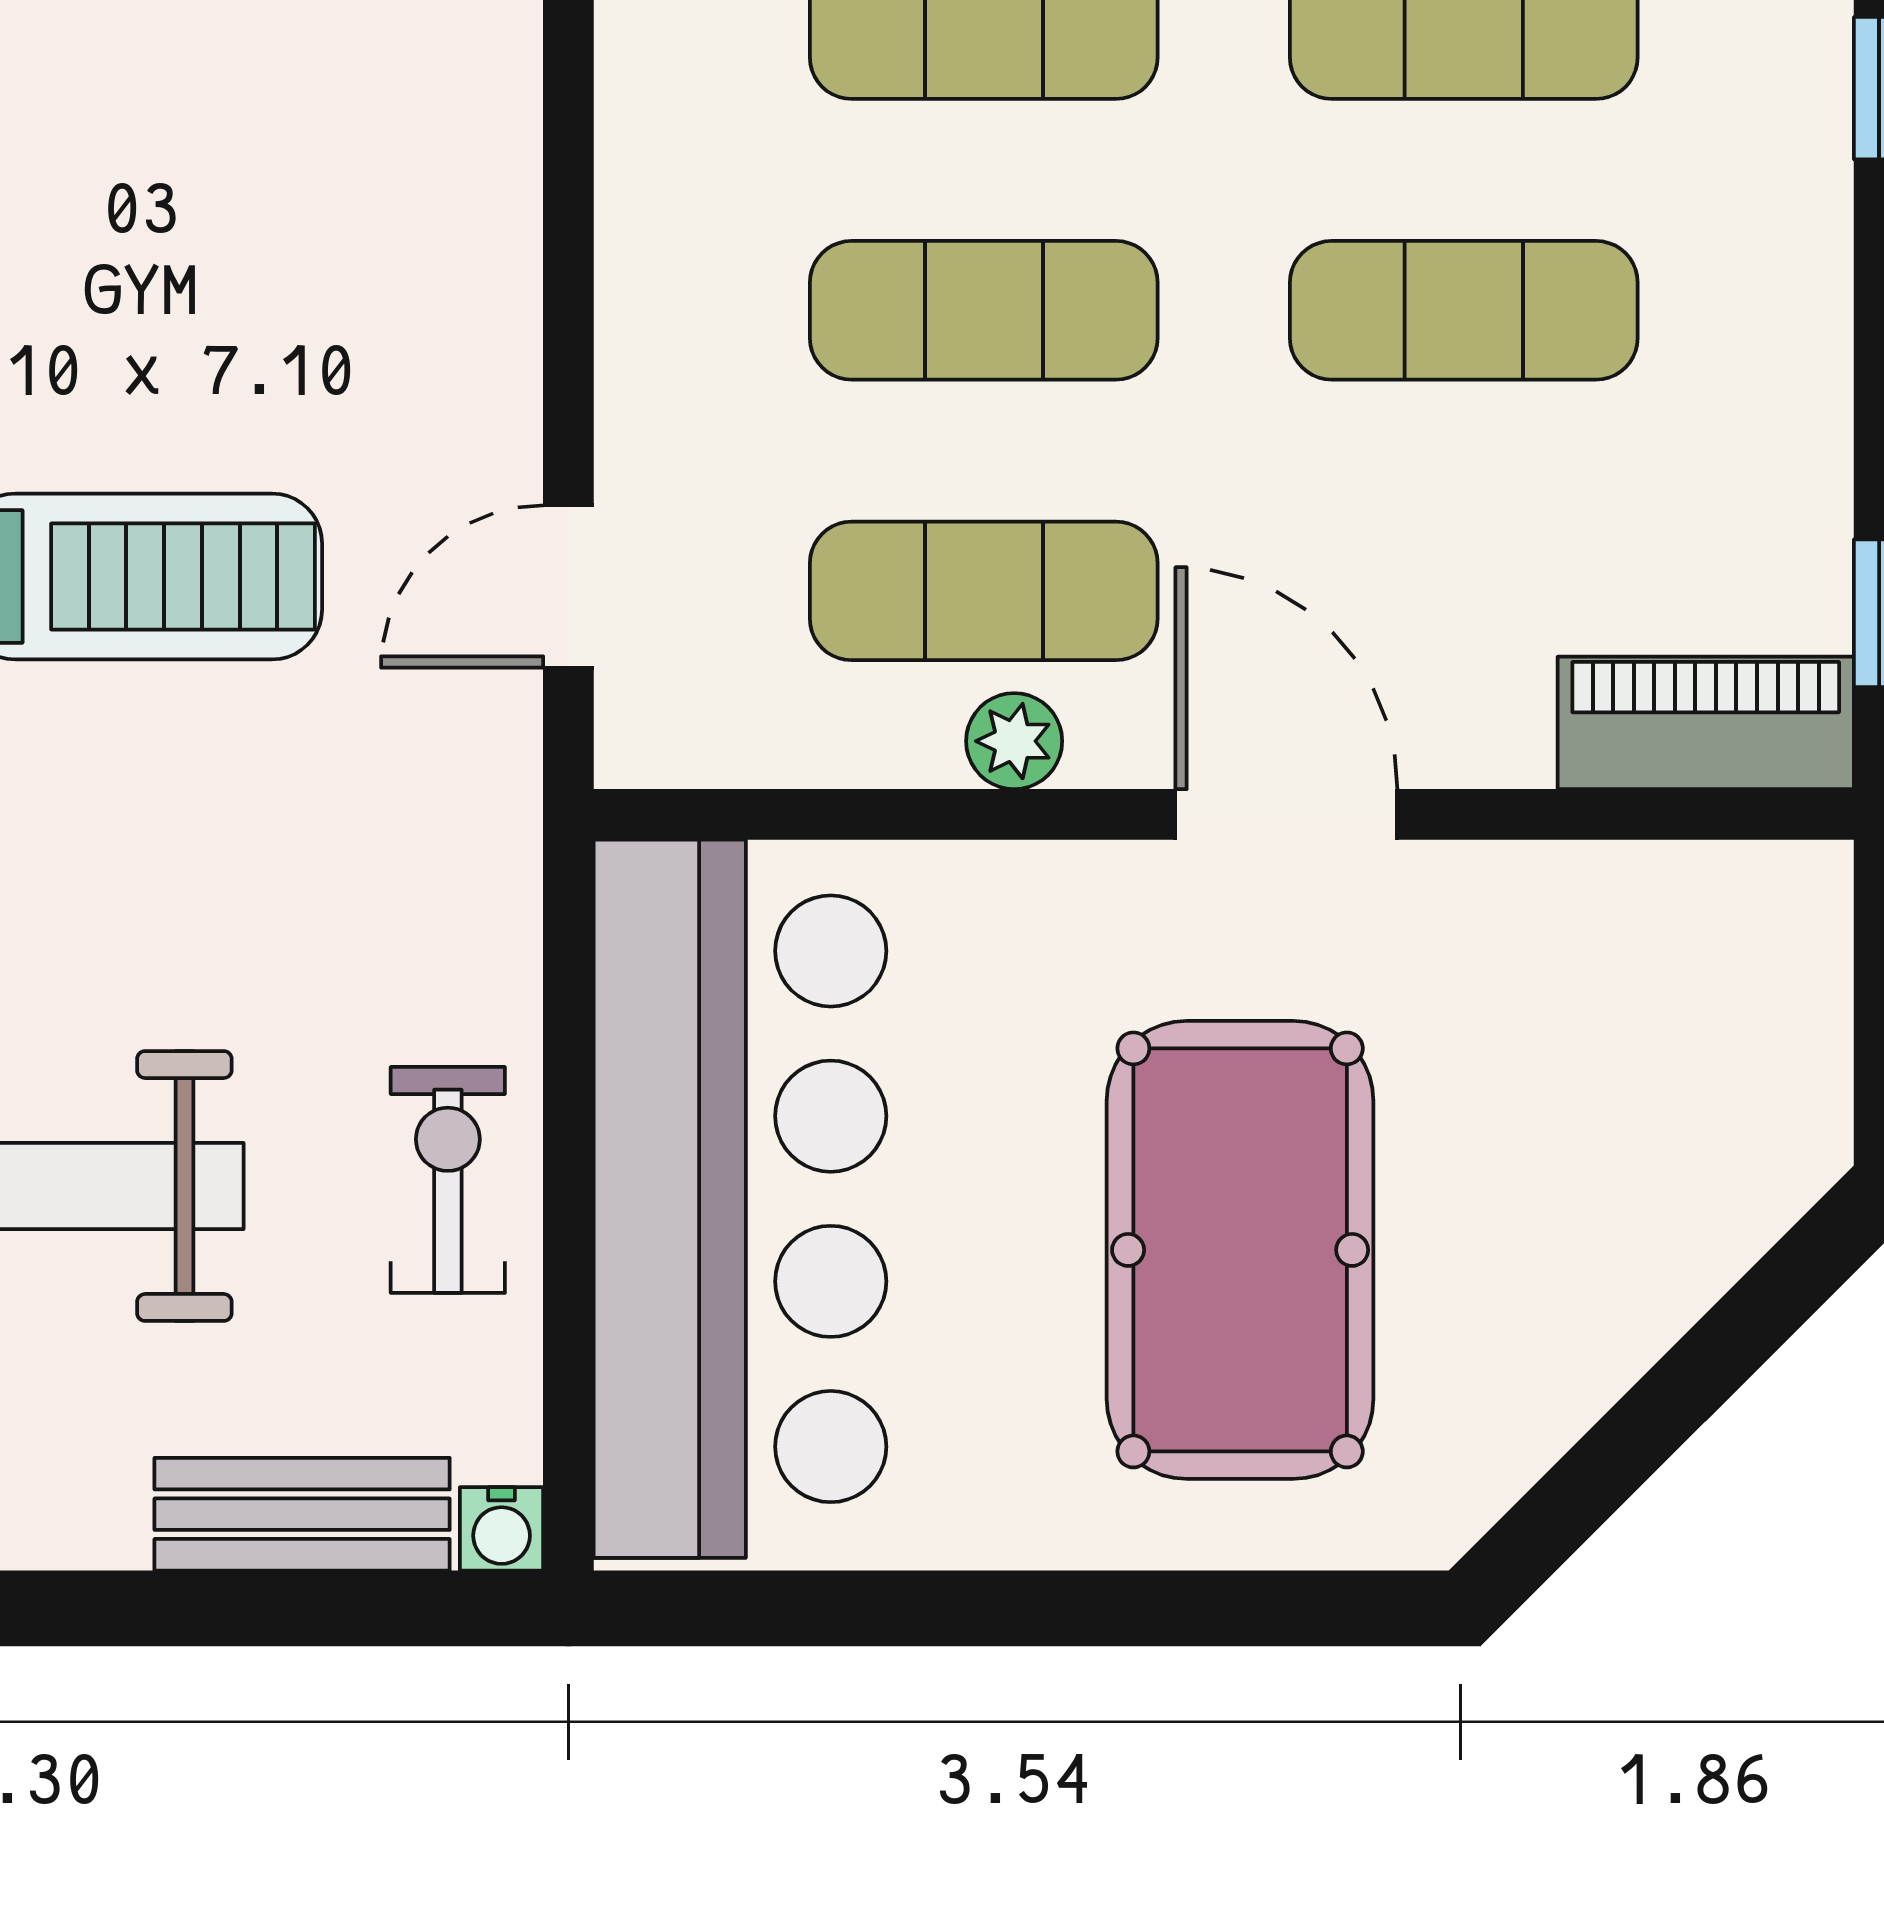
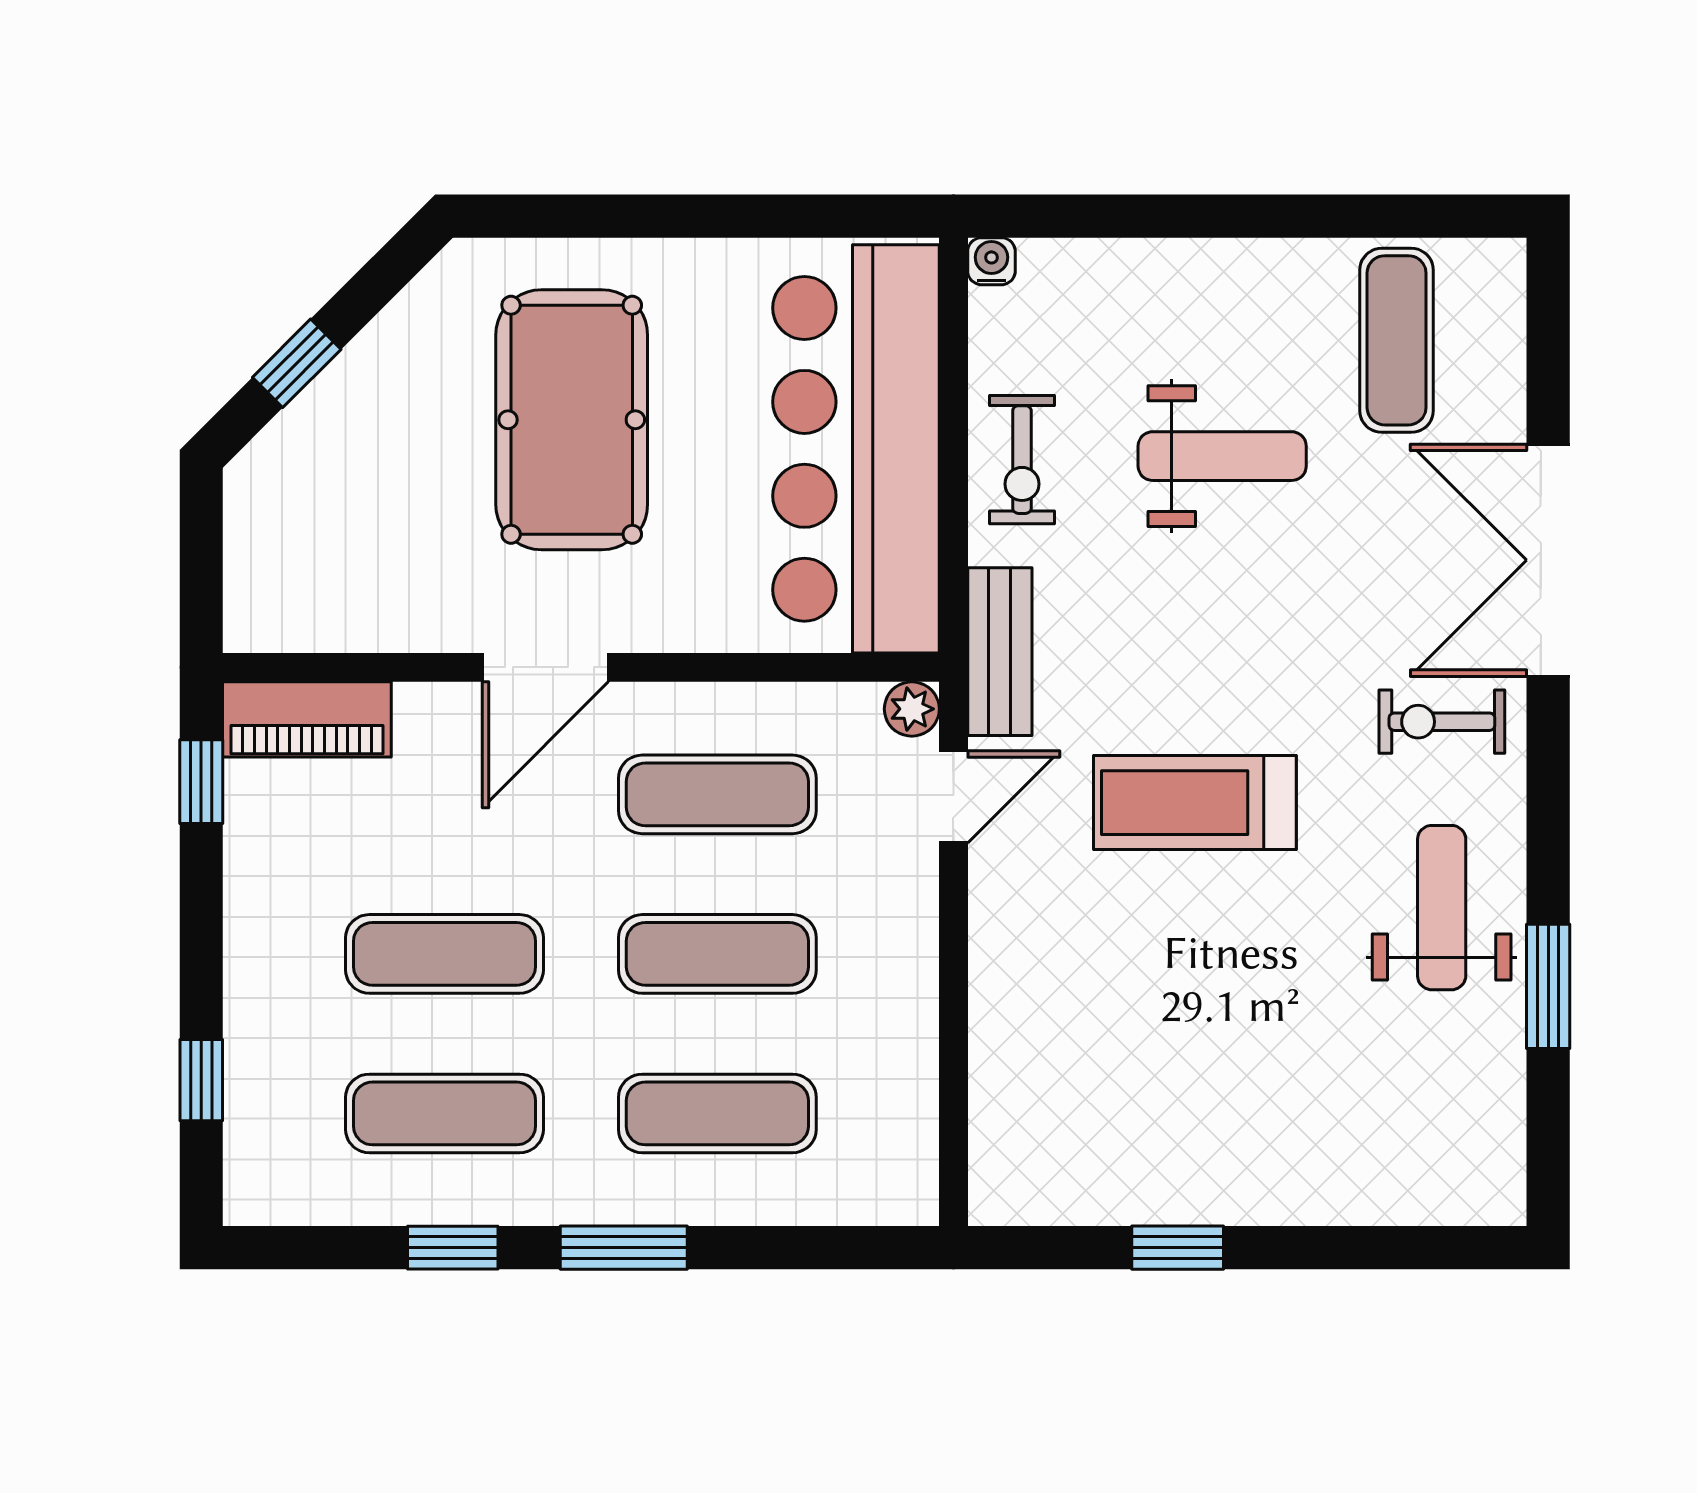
plant: (1014, 741) -> (912, 709), moved
door: (1286, 814) -> (545, 667), hinge flipped
window: (1724, 1349) -> (297, 363), added
bench: (302, 1514) -> (1000, 652), moved, turned 90

